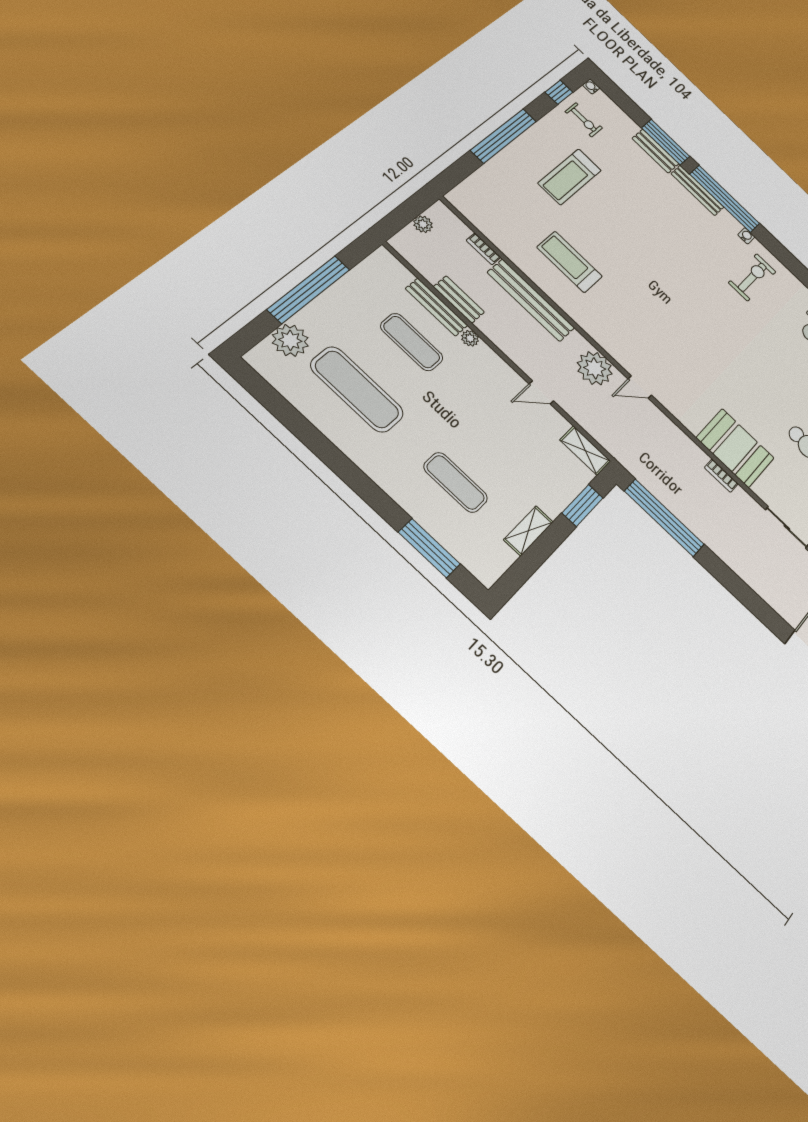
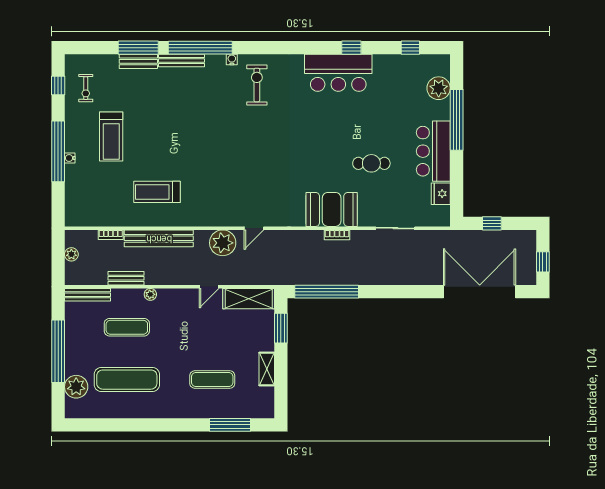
water cooler: (591, 86) -> (70, 158), moved
exercise bike: (584, 120) -> (86, 88), turned 90
bench: (437, 307) -> (88, 295), moved
shelving: (585, 451) -> (249, 299), width x1.50, depth x1.33

